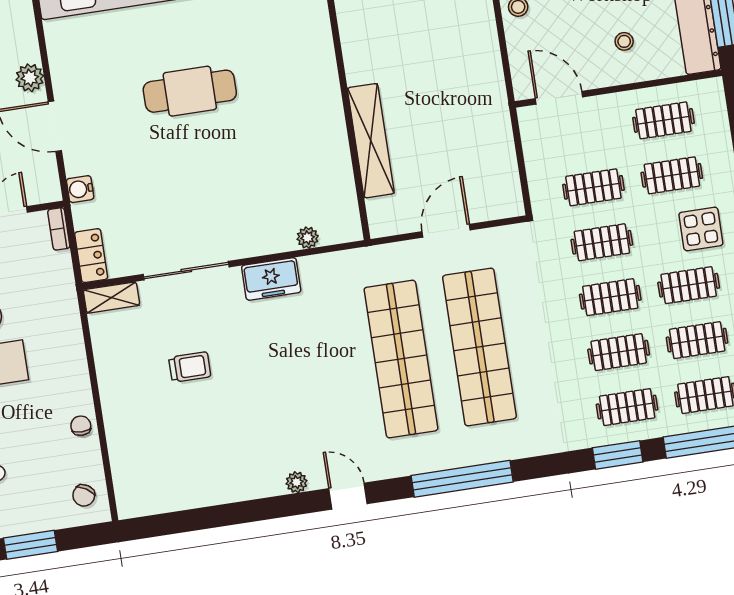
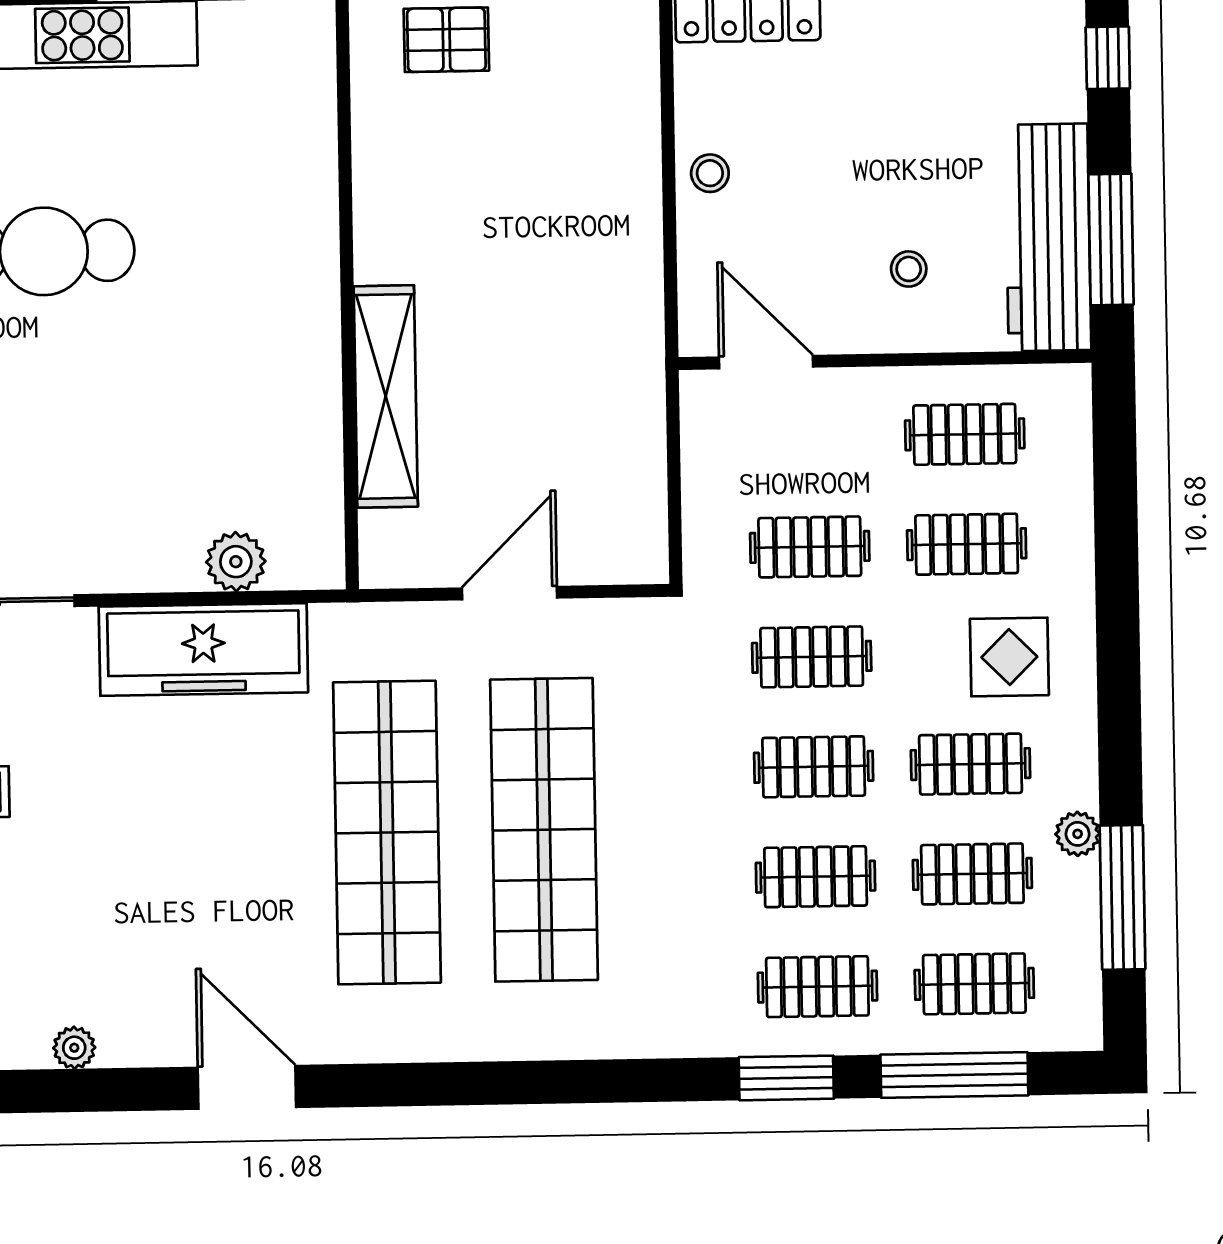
plant: (308, 238) -> (236, 562), width x1.38, depth x1.38
freezer: (271, 279) -> (203, 650), width x1.91, depth x1.26
window: (462, 479) -> (475, 1083), removed
plant: (297, 482) -> (74, 1048), moved
door: (348, 496) -> (247, 1087), width x1.38

